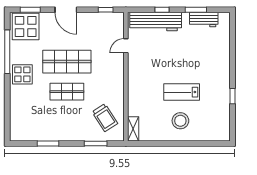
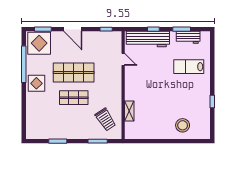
door: (126, 46) -> (123, 59), swing flipped
lab bench: (182, 92) -> (189, 67), moved
stool: (180, 121) -> (183, 125), moved
shelving: (133, 129) -> (129, 111), moved

